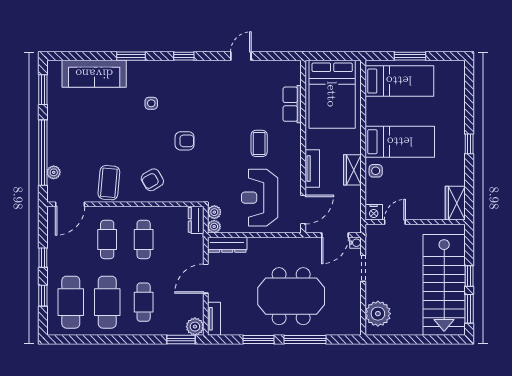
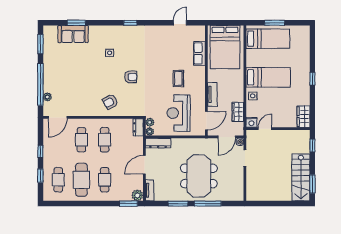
window: (131, 56) -> (76, 23), moved
door: (241, 56) -> (180, 23), moved
sofa: (94, 74) -> (73, 34), width x0.73
wardrobe: (352, 170) -> (238, 112), moved
coffee table: (109, 183) -> (83, 104), removed
window: (469, 276) -> (312, 145), moved
stairs: (444, 285) -> (301, 177), width x0.73, depth x0.66
meeting table: (291, 296) -> (199, 176), turned 90
cafe table: (71, 302) -> (58, 180), width x0.73, depth x0.74
plant: (378, 314) -> (254, 187), removed

